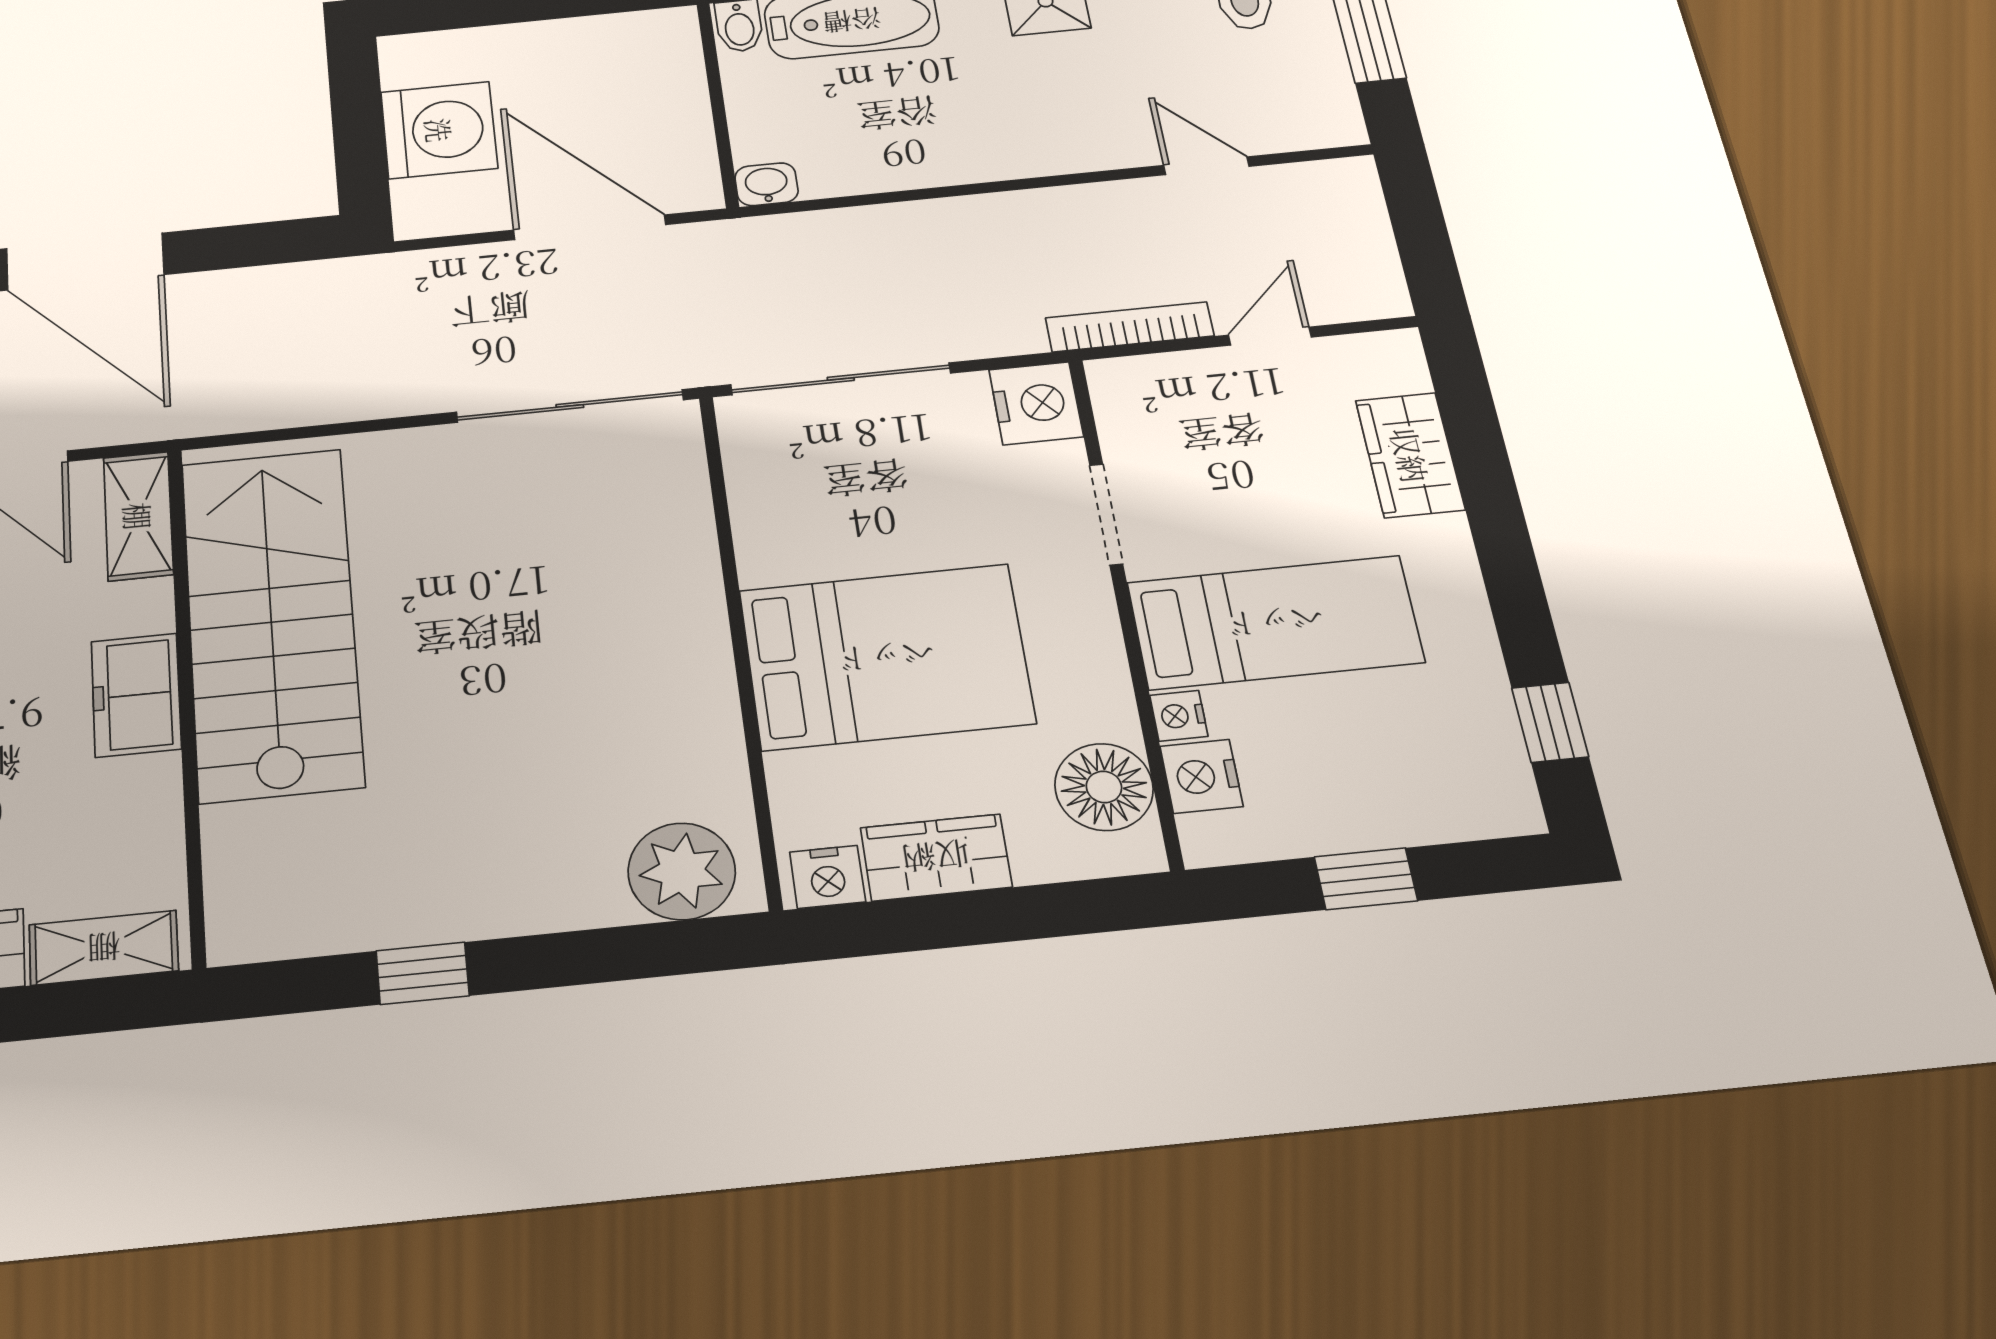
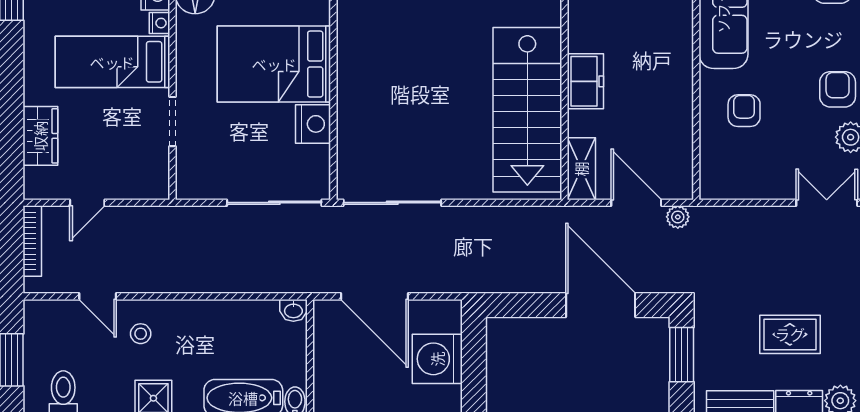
stool: (1097, 109) -> (141, 334), added
bookcase: (1130, 327) -> (32, 241), moved, turned -90
nightstand: (1036, 403) -> (313, 124), moved, turned 180

